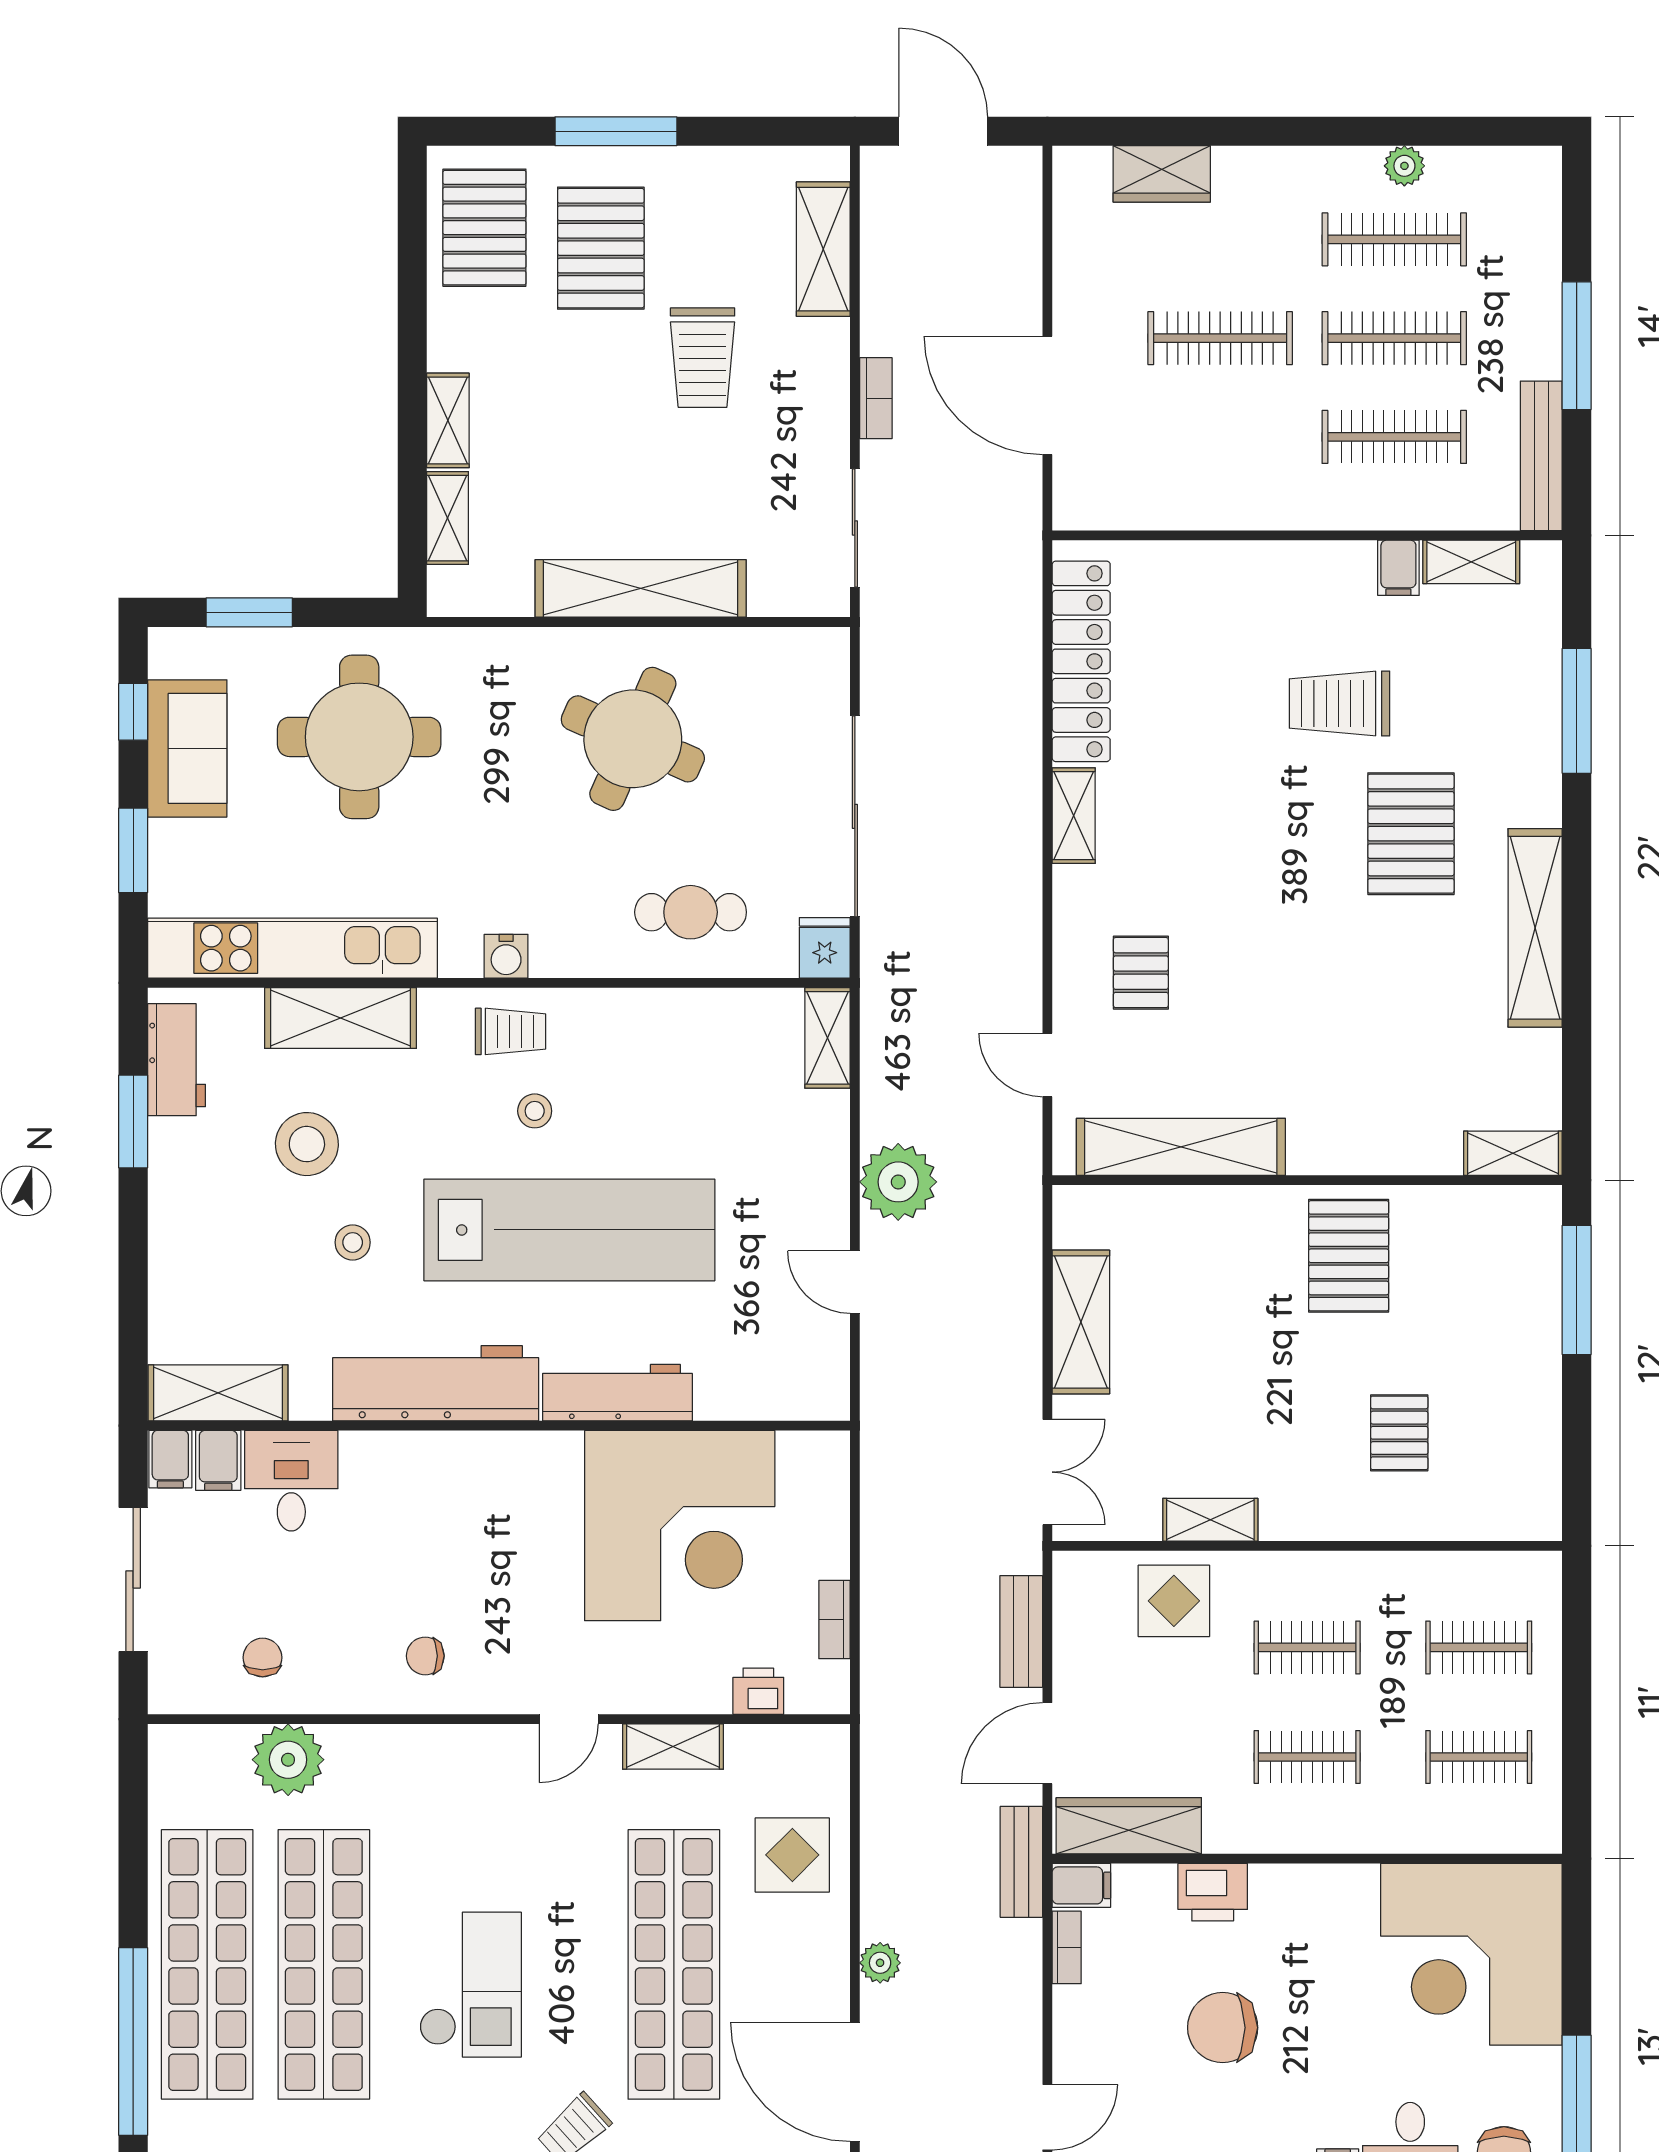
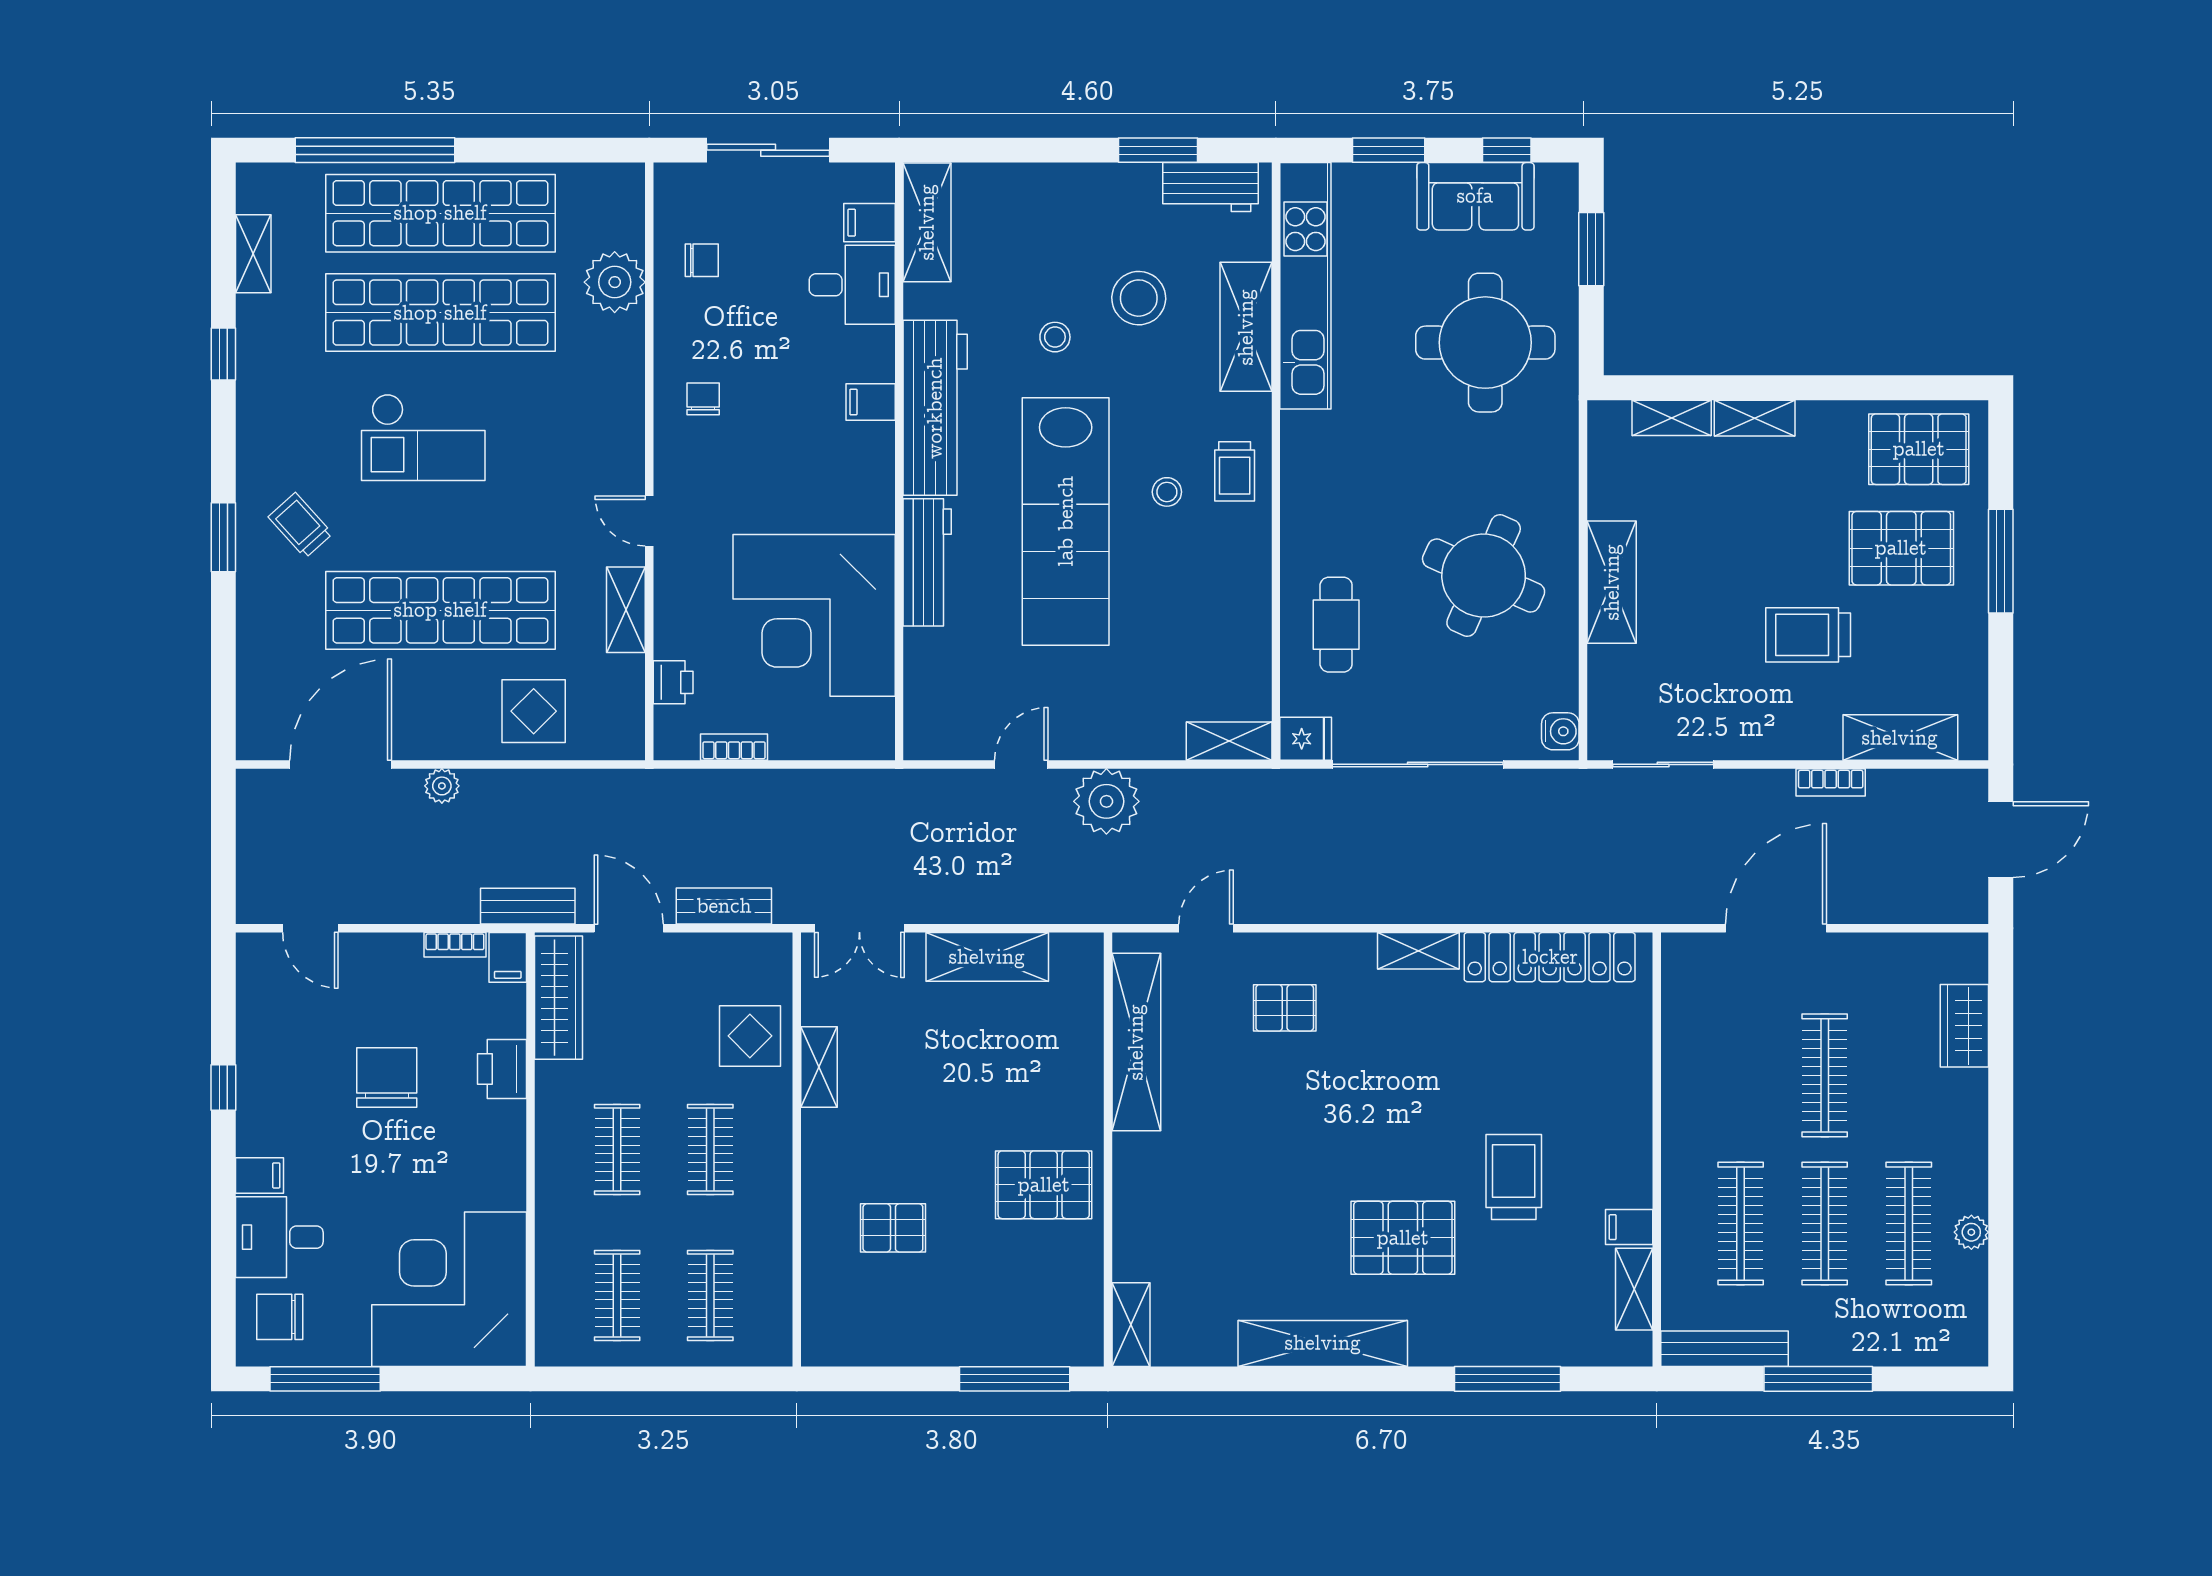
bookcase: (876, 398) -> (1831, 782), moved
shelving: (641, 588) -> (1612, 582), width x0.68
water cooler: (506, 956) -> (1560, 731), moved, turned 180
filing cabinet: (170, 1459) -> (871, 402), moved

